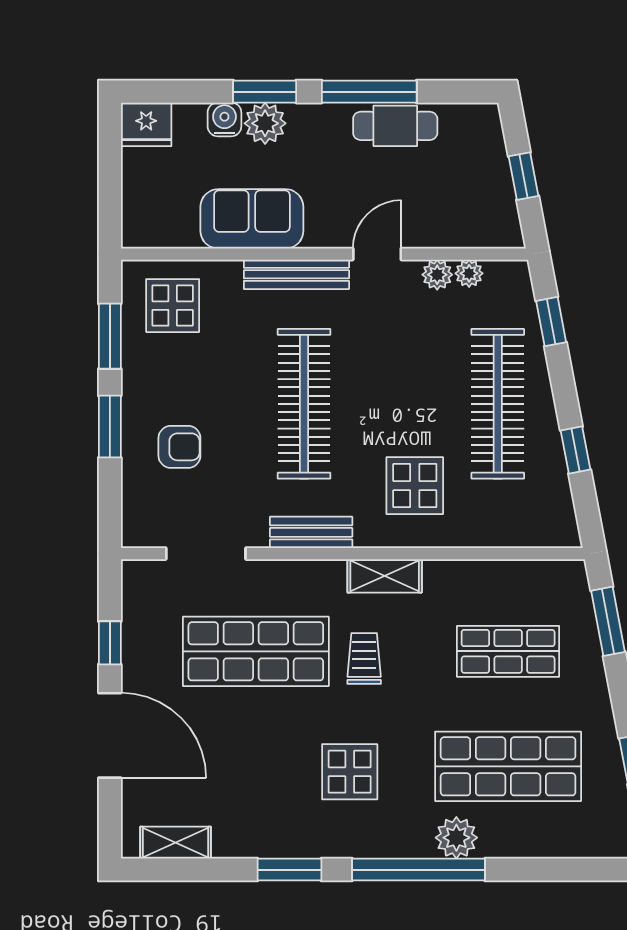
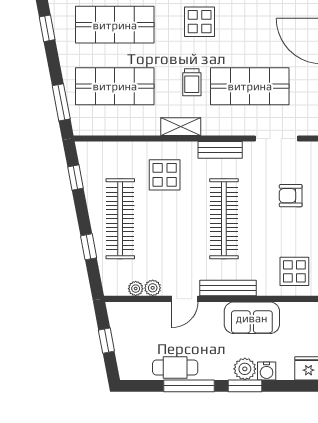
window: (551, 322) -> (89, 247), moved
window: (576, 450) -> (75, 177), moved
shop shelf: (508, 651) -> (115, 86), width x1.43, depth x1.36

